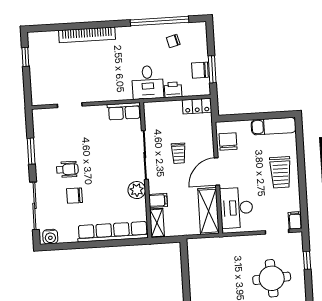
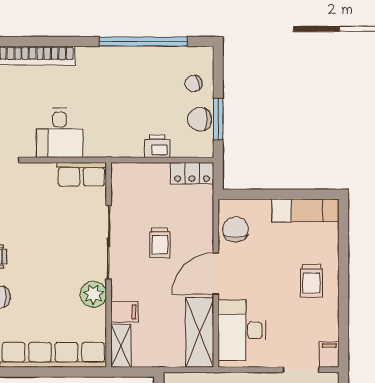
chair: (173, 41) -> (194, 83), moved
desk: (148, 82) -> (60, 133), moved
trolley: (280, 172) -> (312, 281), width x0.73, depth x0.72

